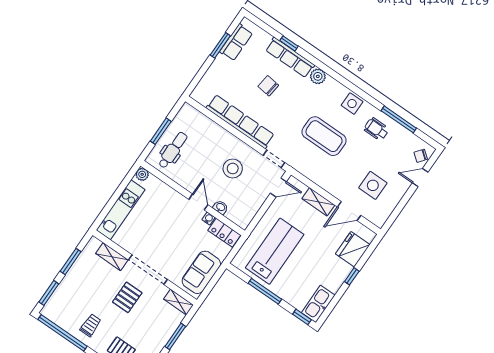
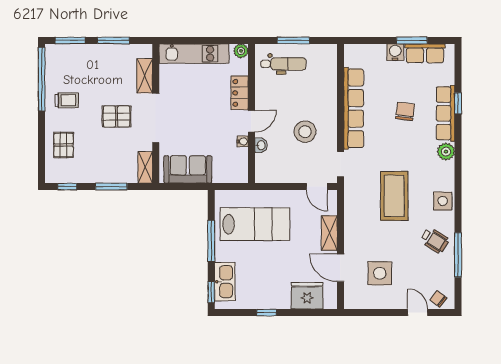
water cooler: (220, 63) -> (395, 52), added
wheelchair: (376, 129) -> (435, 240), turned 122
locker: (224, 233) -> (240, 93), moved
window: (352, 276) -> (267, 312), moved
kitchen sink: (318, 304) -> (225, 282), moved, turned 90

